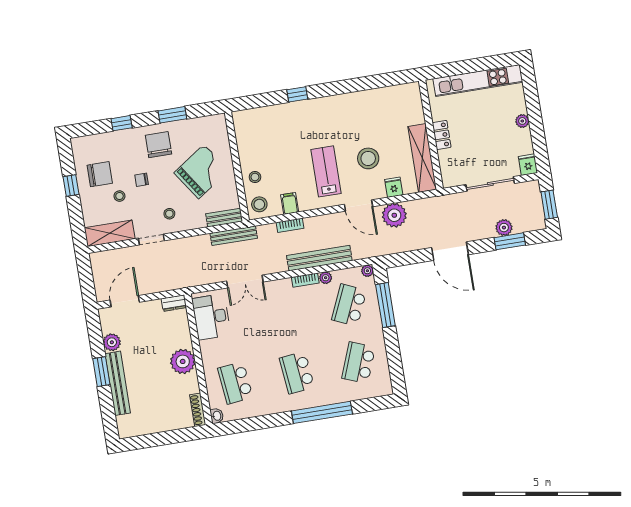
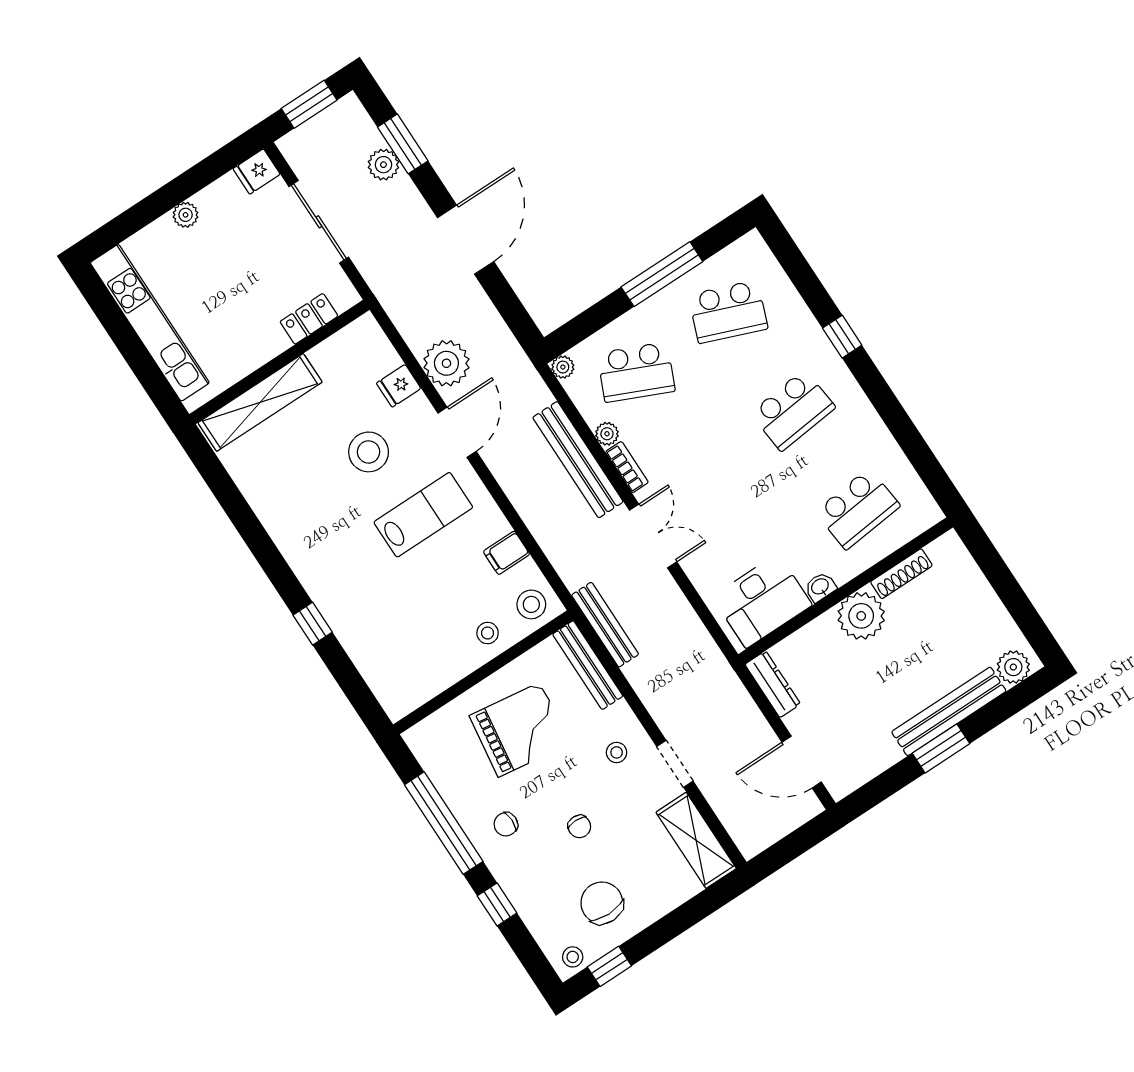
window: (172, 115) -> (444, 823), width x2.11
locker: (442, 135) -> (309, 319), moved
chair: (158, 145) -> (506, 824), width x0.54, depth x0.54
shelving: (422, 158) -> (260, 402), moved
lab bench: (326, 171) -> (423, 515), turned 180
grand piano: (201, 172) -> (519, 730), turned 132
window: (71, 185) -> (609, 966), moved
stool: (119, 196) -> (573, 957), moved
bench: (224, 218) -> (588, 665), width x1.36
bookcase: (290, 225) -> (544, 535), removed
double door: (245, 282) -> (653, 536), moved
dresser: (174, 303) -> (773, 684), width x1.44
window: (385, 305) -> (662, 274), moved
plant: (112, 342) -> (1013, 667), moved
shoe rack: (198, 410) -> (901, 574), moved
window: (322, 412) -> (842, 337), width x0.32
washbasin: (217, 416) -> (820, 587), moved

